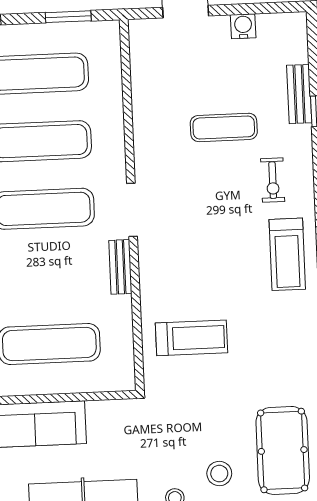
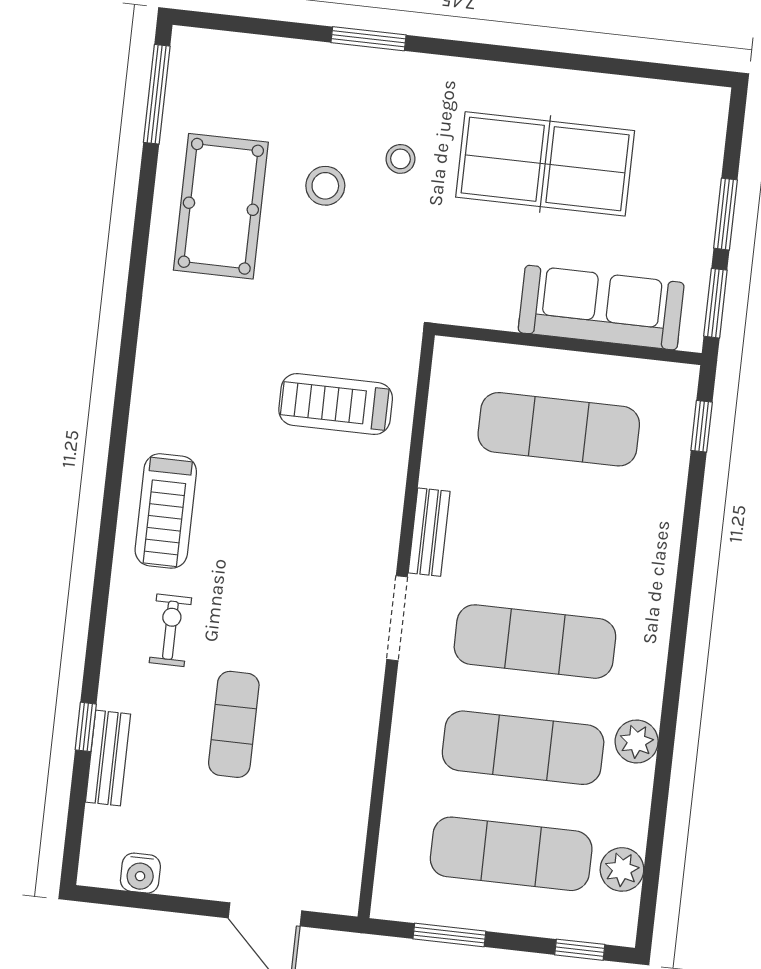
water cooler: (243, 26) -> (140, 873), moved
exercise mat: (224, 127) -> (234, 724), turned 90
treadmill: (287, 254) -> (166, 511), turned 180

